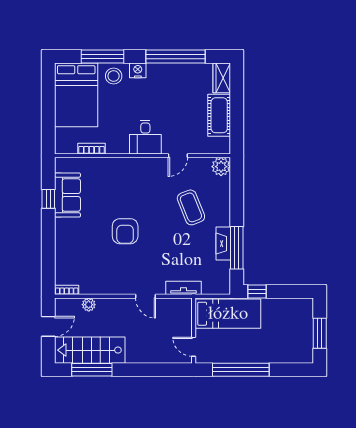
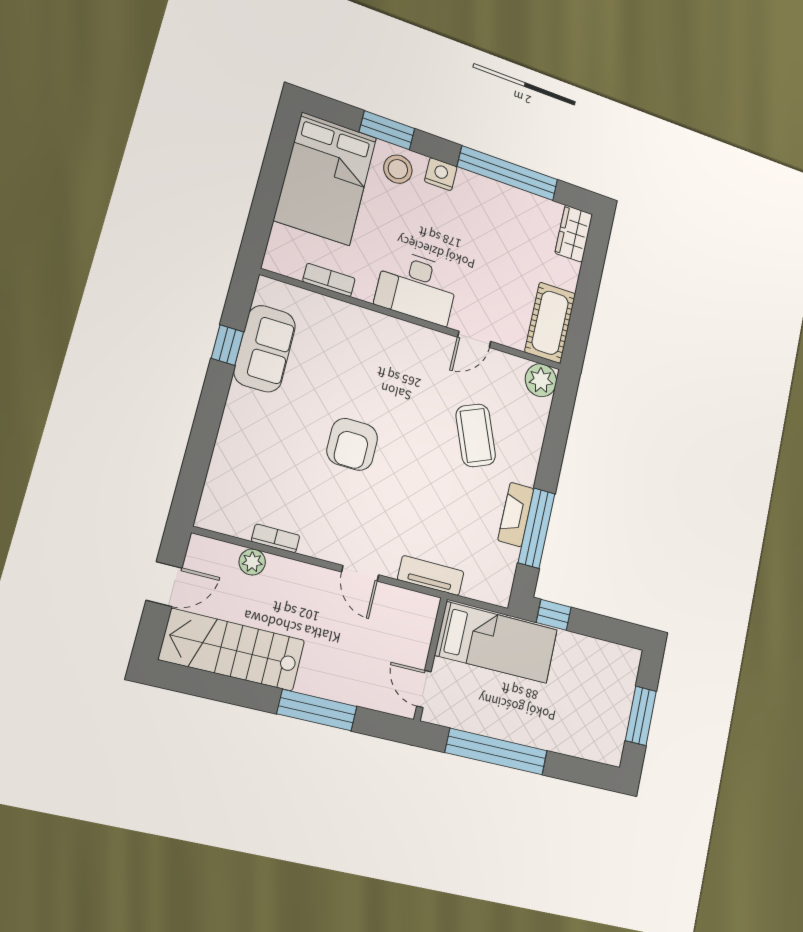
window: (102, 57) -> (387, 130), width x0.69
cot: (219, 115) -> (550, 323), moved
desk: (145, 137) -> (417, 287), width x1.37
bookcase: (67, 290) -> (276, 538), moved
window: (92, 370) -> (317, 710), moved

